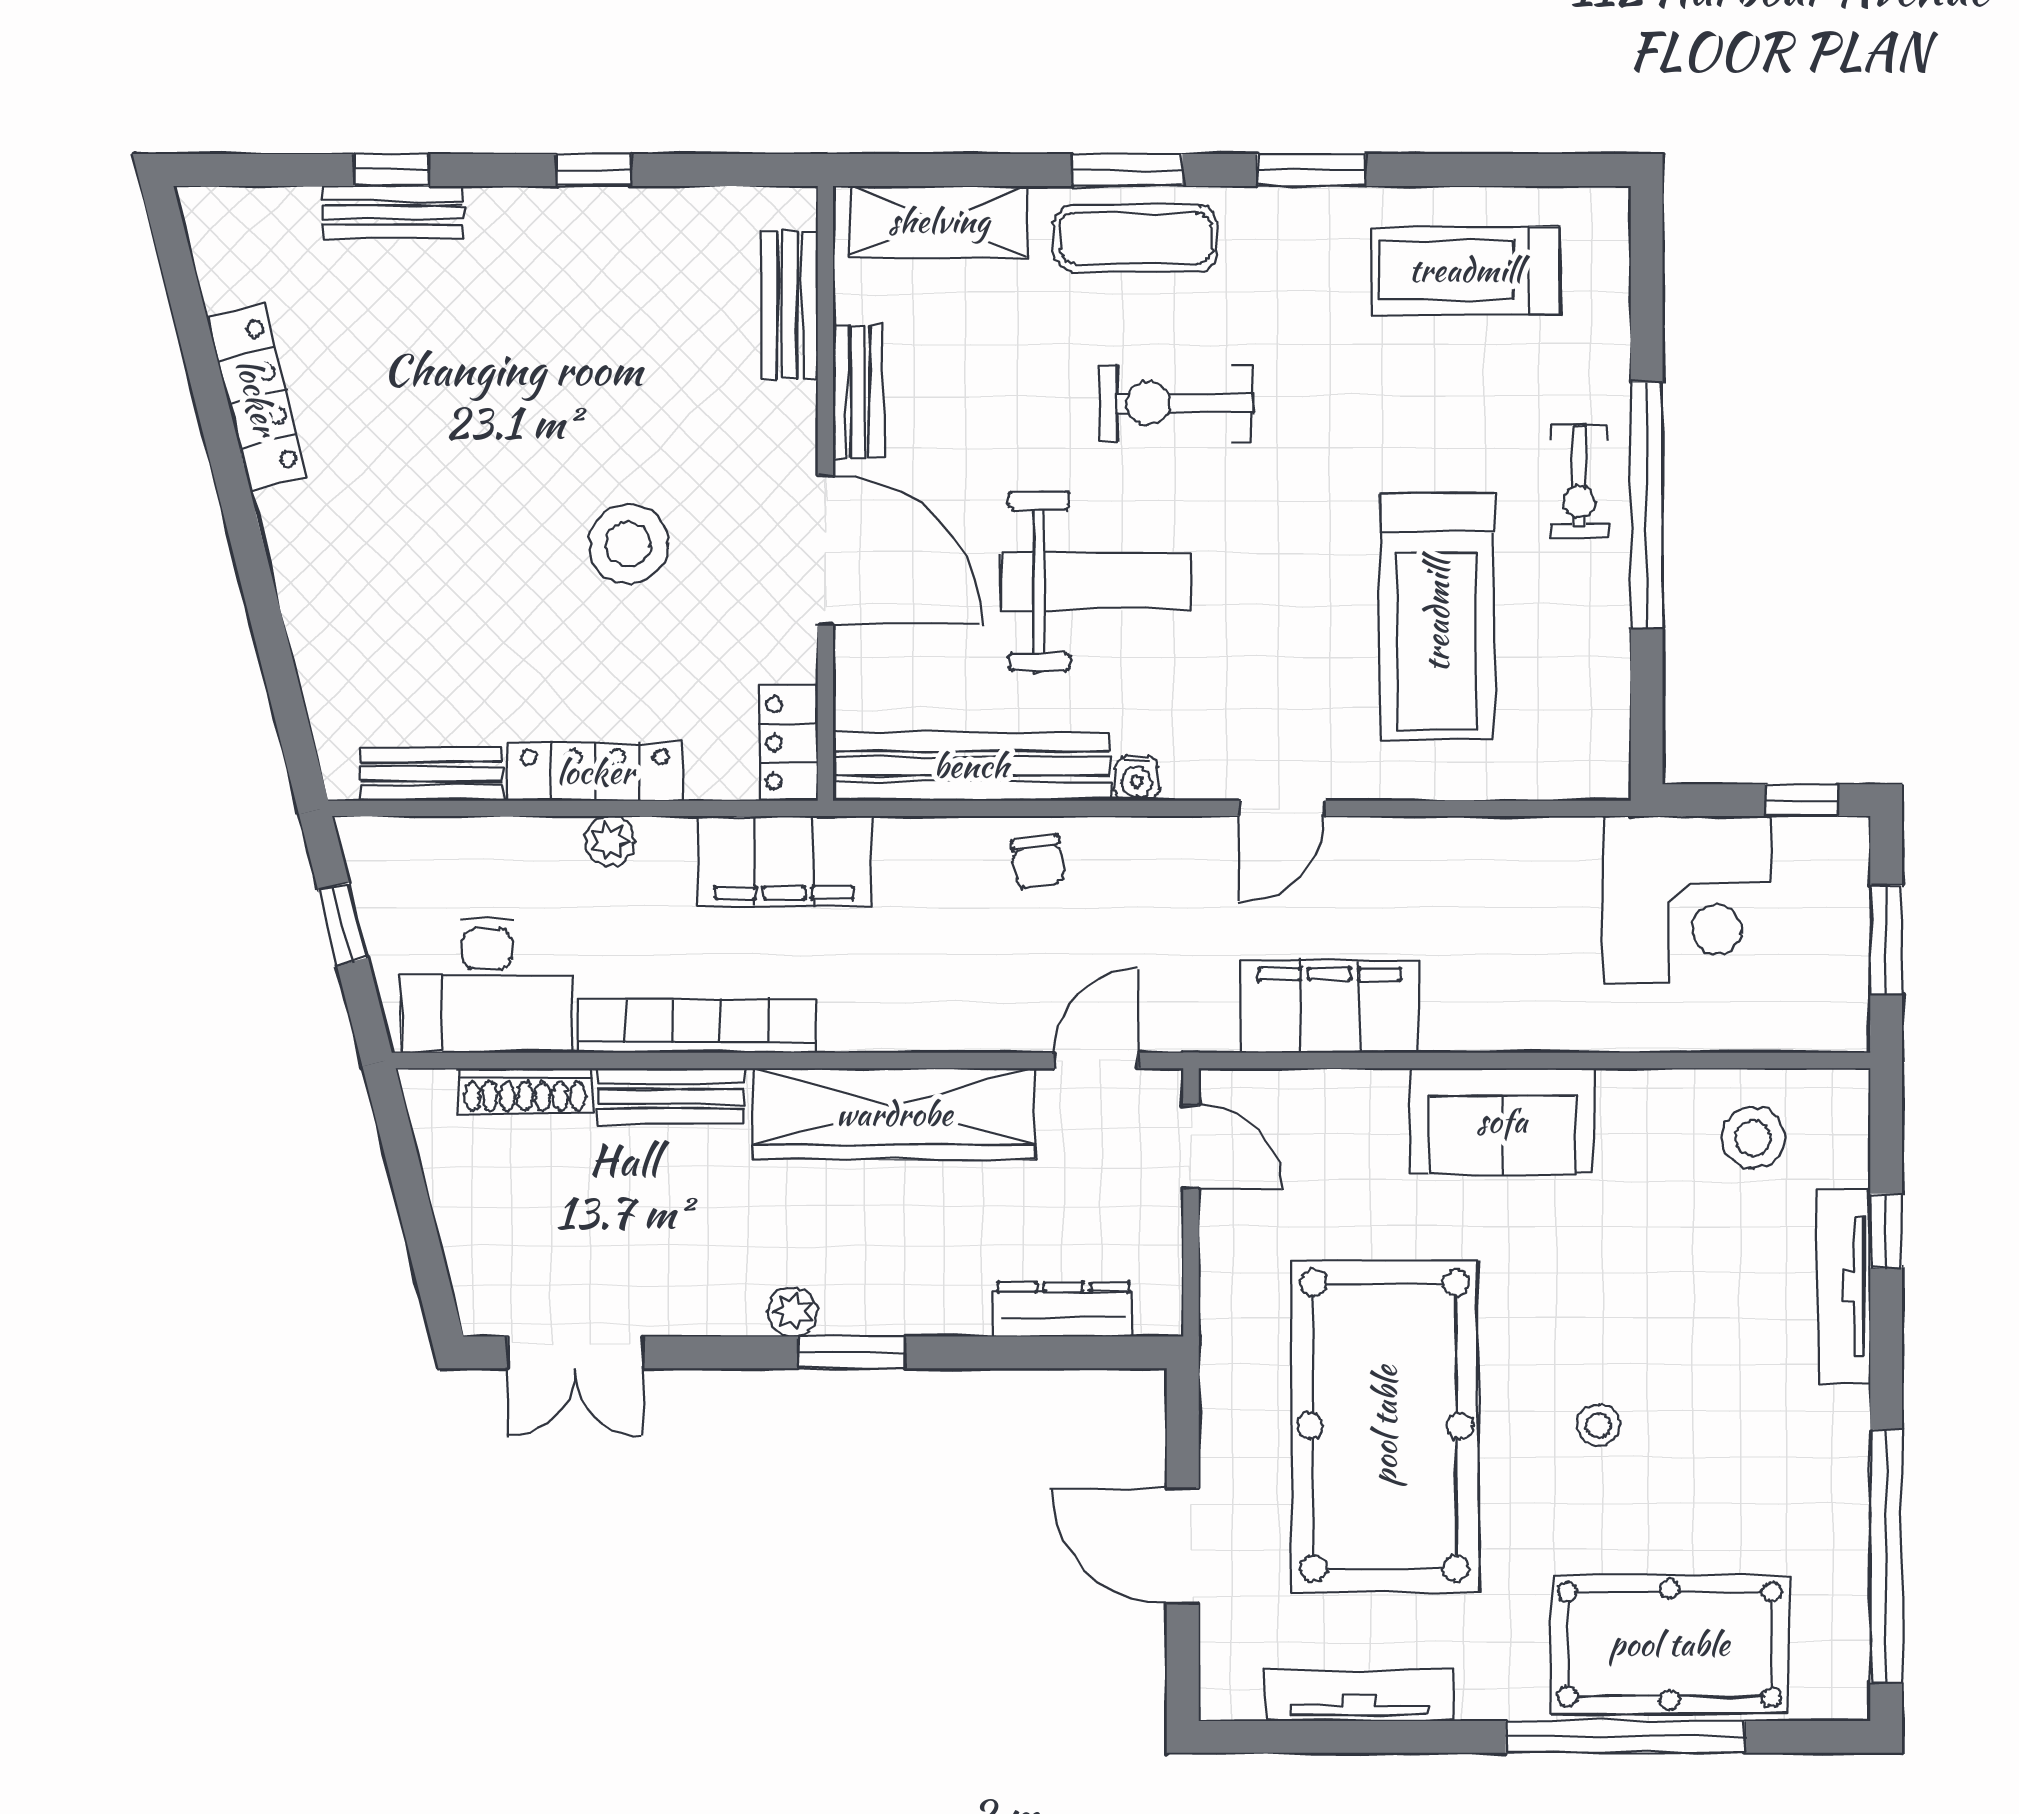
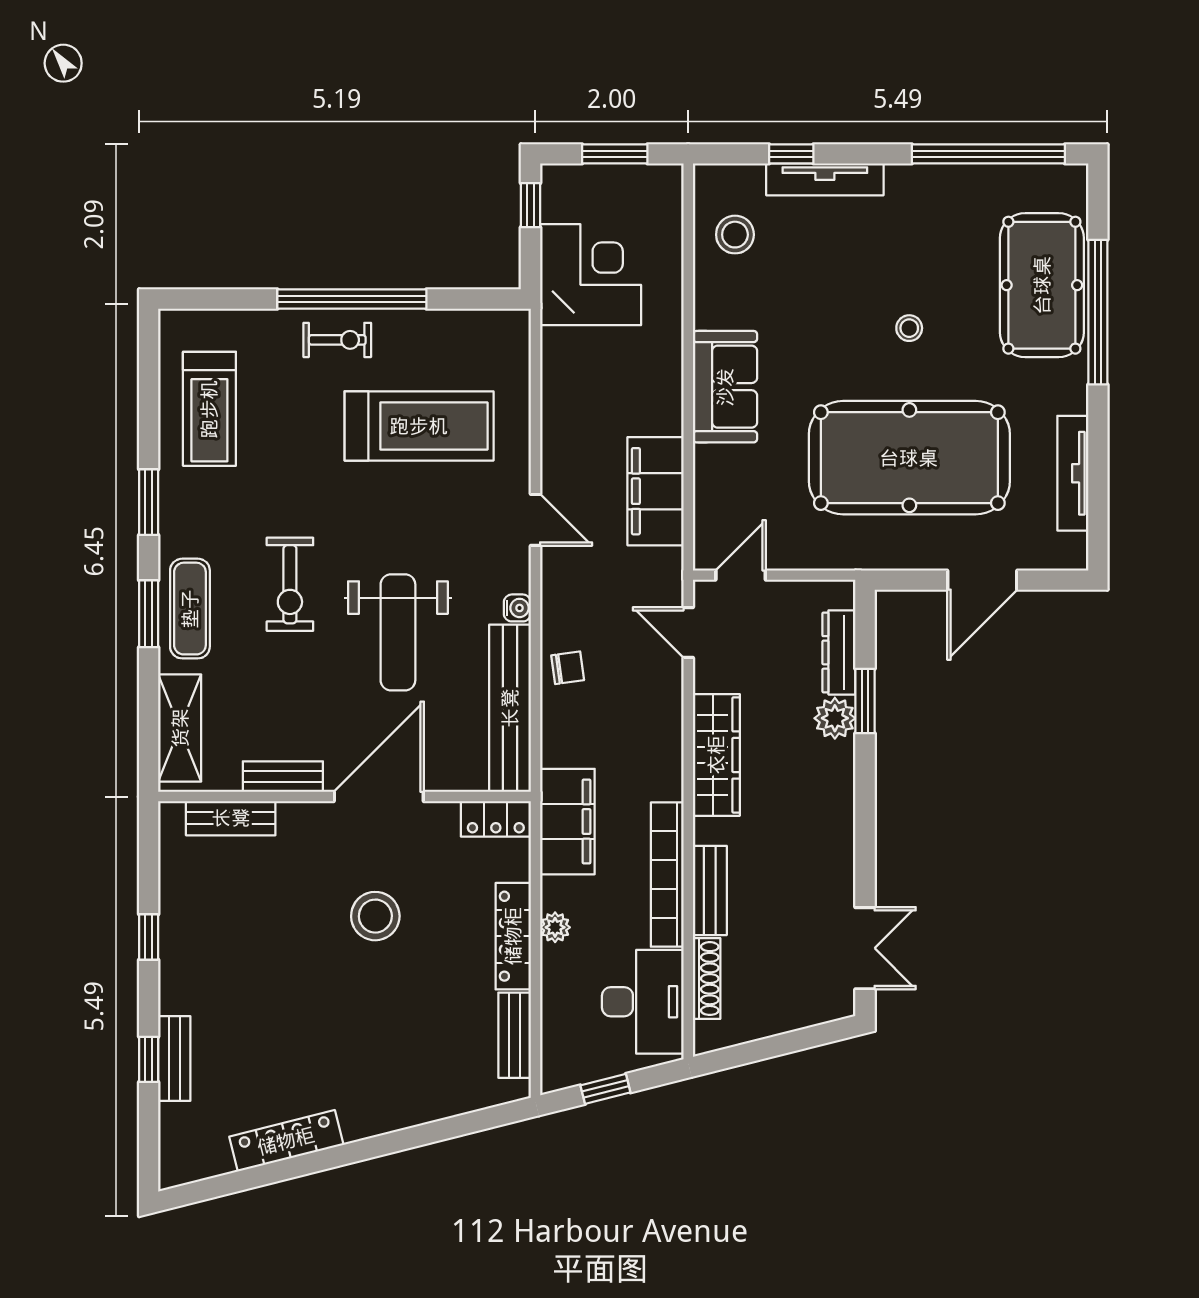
weight bench: (1096, 582) -> (398, 632), turned 180
wardrobe: (894, 1114) -> (716, 755), width x0.71, depth x0.85
plant: (793, 1312) -> (835, 718), moved, width x1.38, depth x1.38
window: (851, 1352) -> (865, 701), moved

